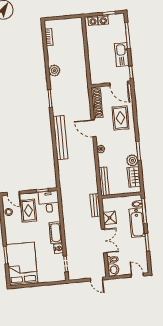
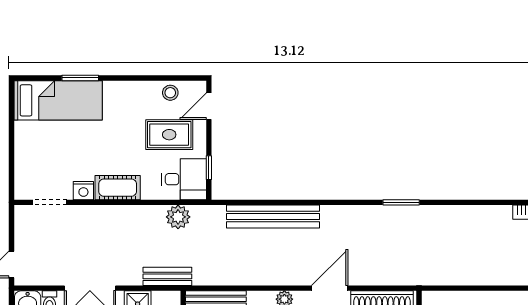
plant: (54, 71) -> (178, 217), moved
bench: (60, 138) -> (273, 216), moved
bed: (22, 264) -> (58, 100), width x0.67

